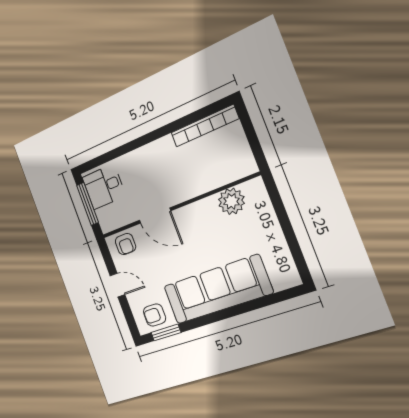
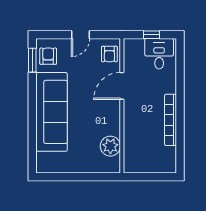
bookcase: (205, 126) -> (170, 120), moved
window: (88, 204) -> (152, 35), width x0.46
armchair: (125, 244) -> (109, 54), turned -90

